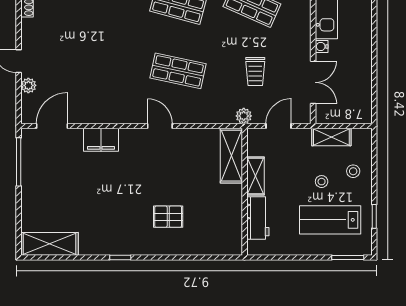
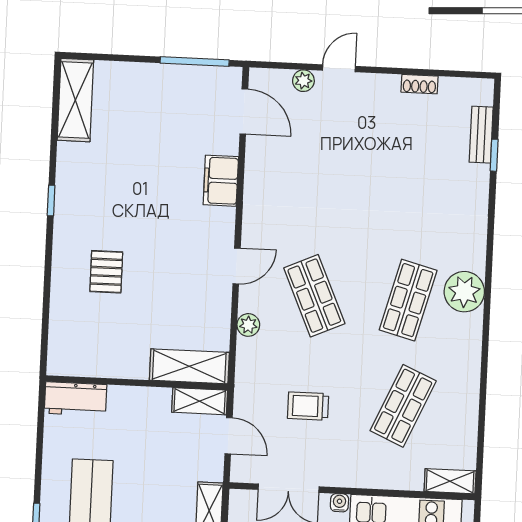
shop shelf: (178, 71) -> (314, 296), turned -36
plant: (244, 116) -> (248, 325), moved
shelving: (255, 176) -> (200, 401), moved
stool: (322, 182) -> (146, 494), removed
workbench: (258, 218) -> (76, 399), moved

